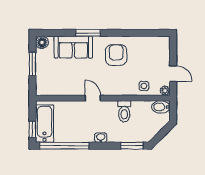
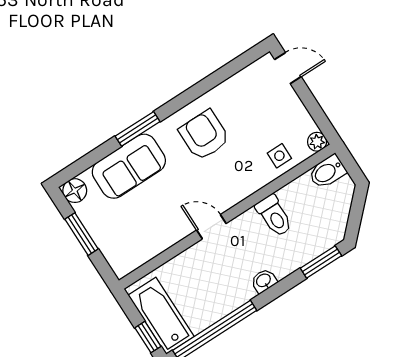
door: (173, 74) -> (288, 68), moved

